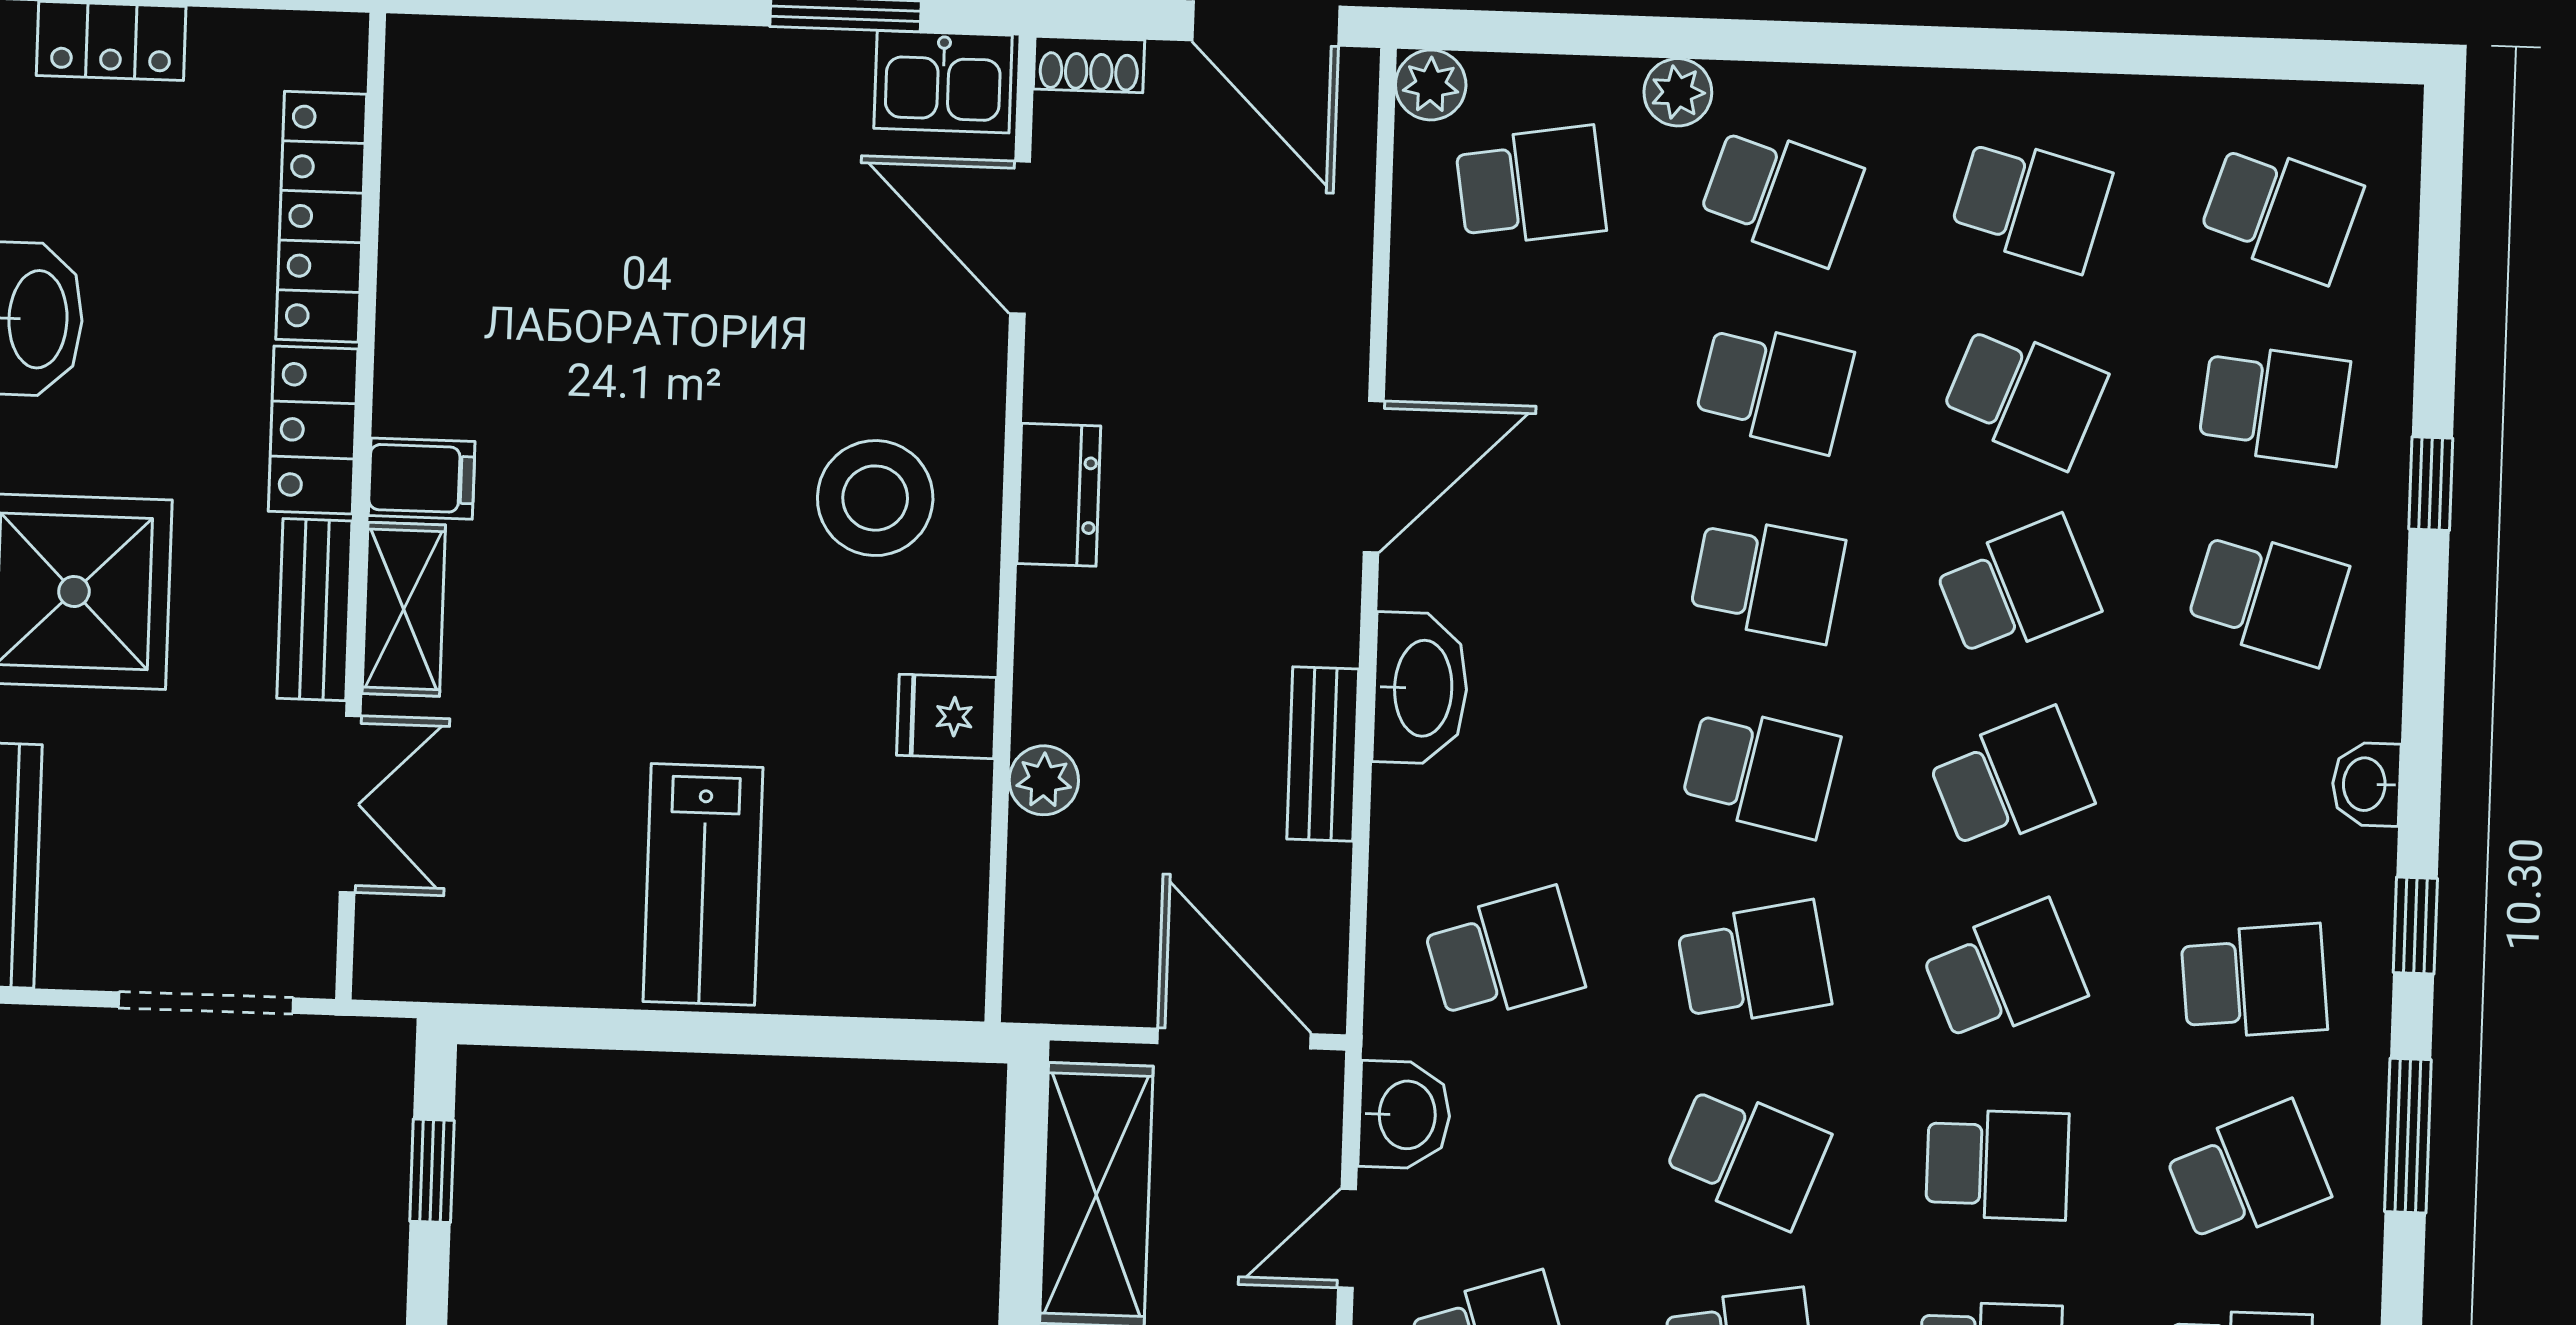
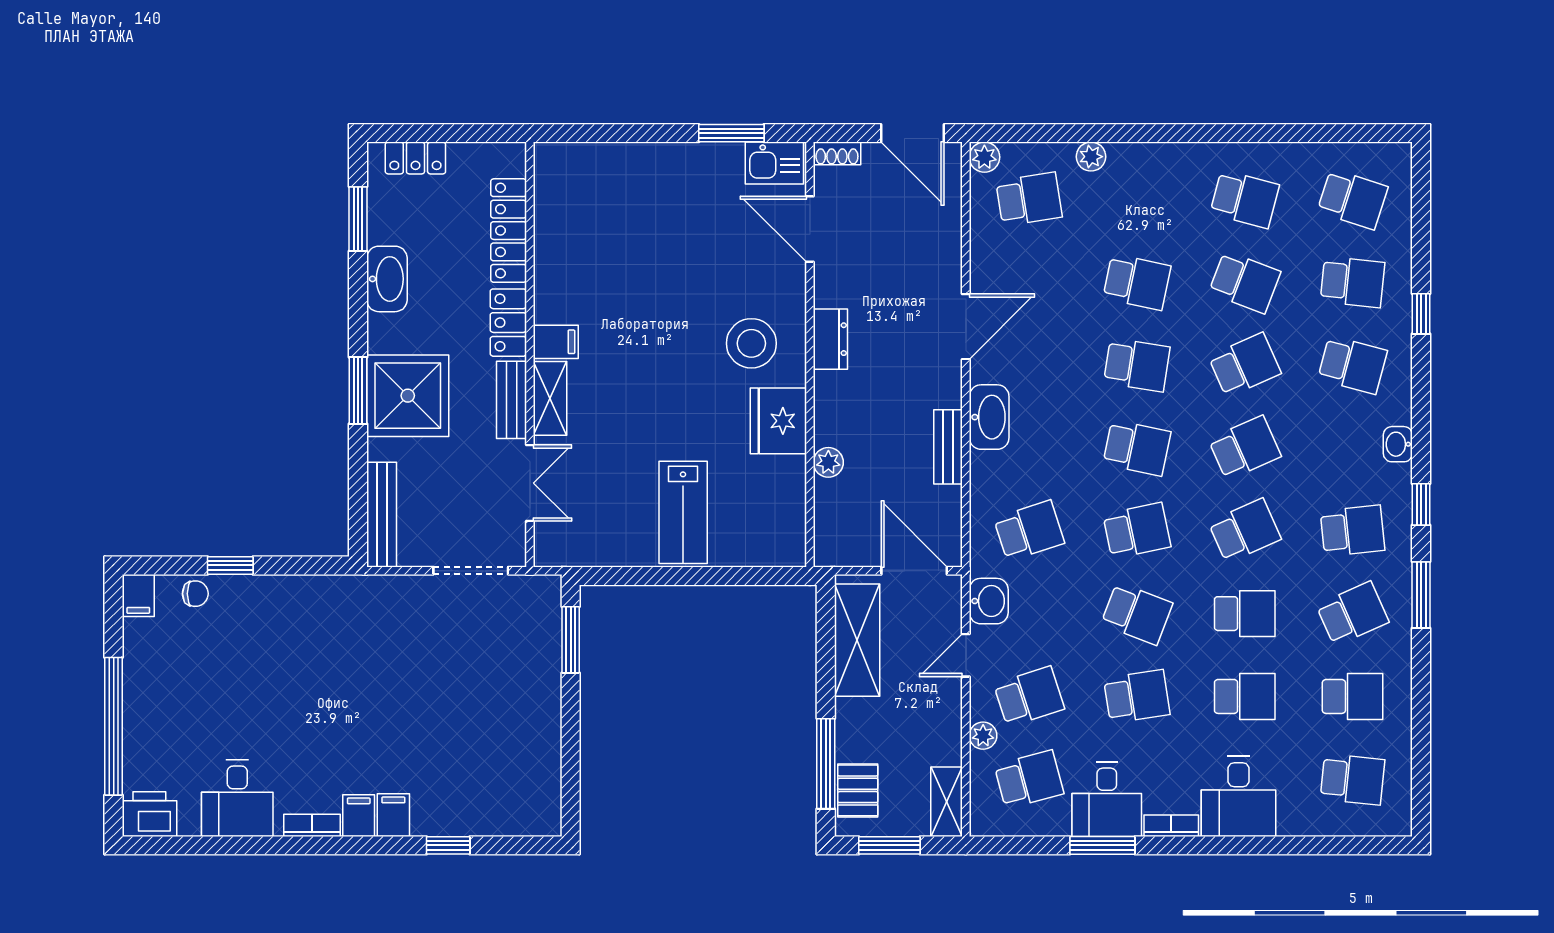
school desk: (1781, 195) -> (1137, 199), removed
fridge: (946, 716) -> (778, 421), width x1.88, depth x1.34
window: (432, 1171) -> (571, 640), width x1.50

